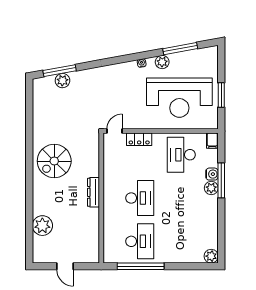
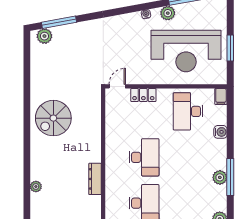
plant: (62, 81) -> (44, 36), moved
window: (221, 180) -> (230, 177), moved
plant: (211, 188) -> (220, 177), moved
dresser: (93, 192) -> (95, 179), moved
plant: (42, 226) -> (36, 187), width x0.53, depth x0.53

